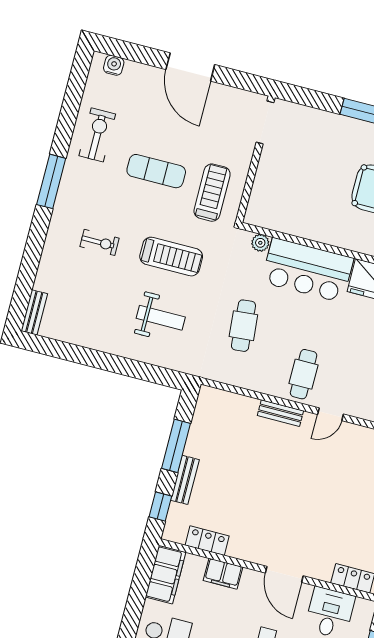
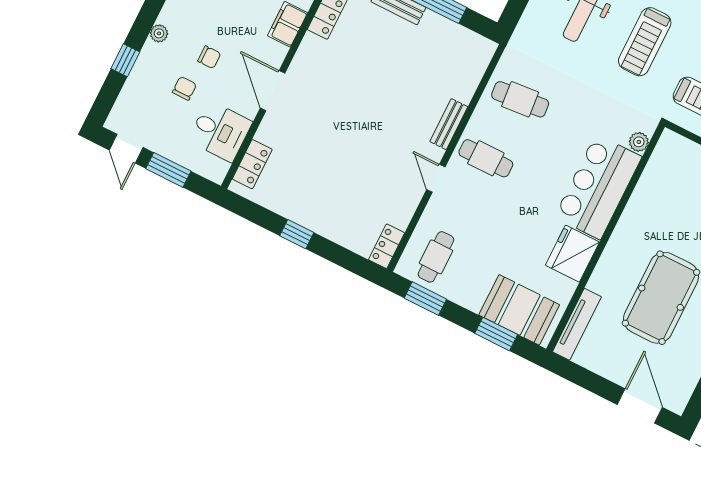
cafe table: (243, 326) -> (520, 99), moved
door: (284, 574) -> (273, 91), hinge flipped

